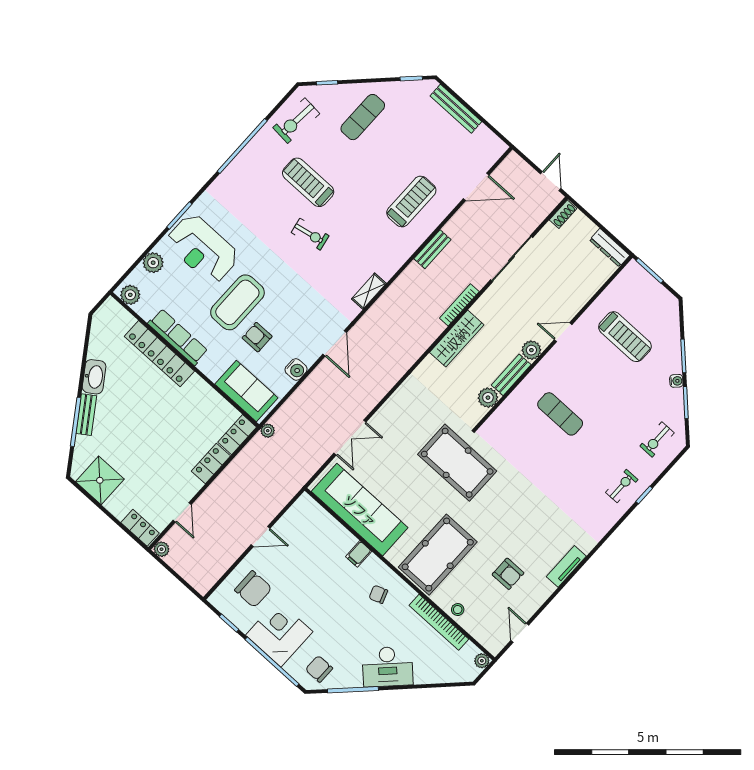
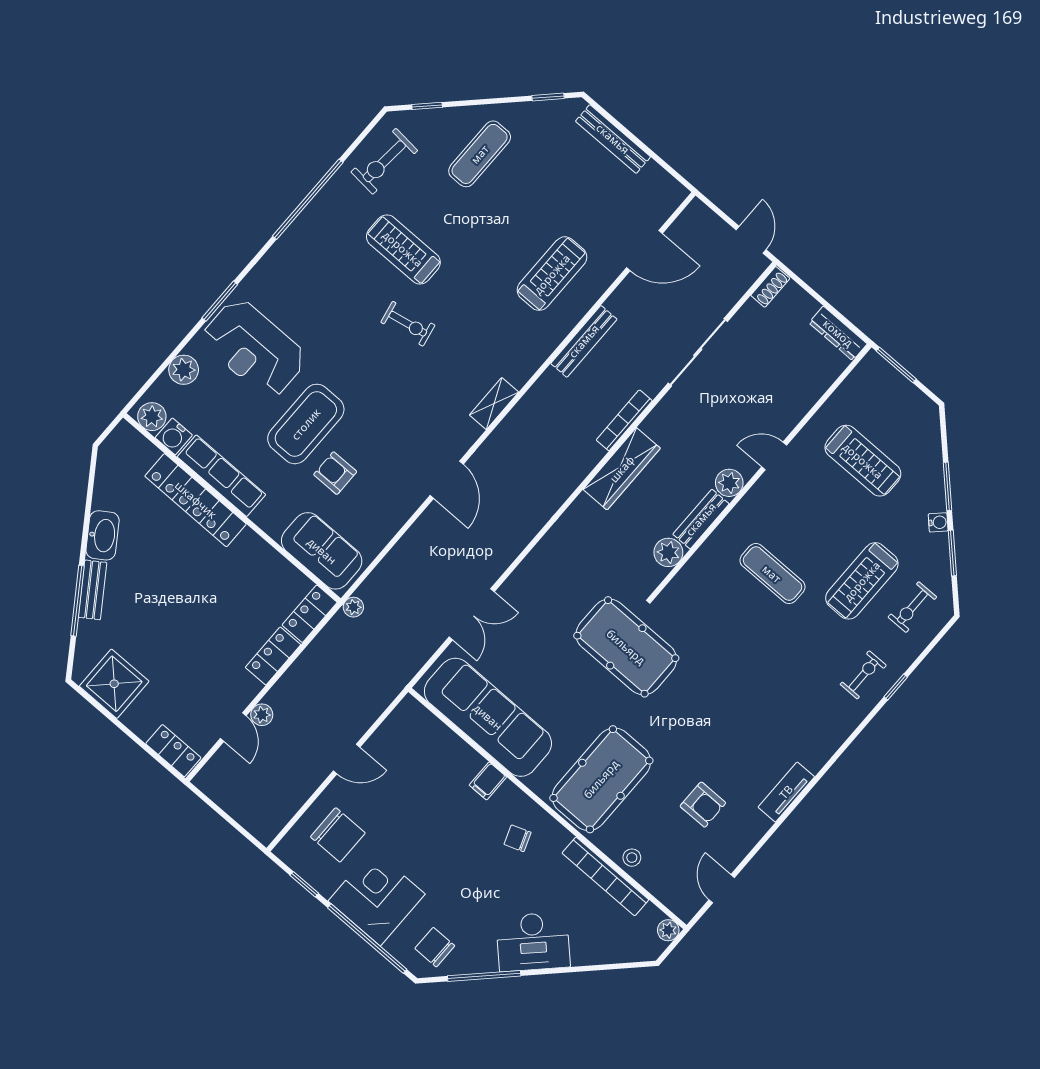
bench: (432, 249) -> (584, 341), width x1.36
water cooler: (296, 370) -> (174, 436), moved, turned 90
treadmill: (622, 421) -> (862, 581), added
plant: (162, 549) -> (262, 715), moved

